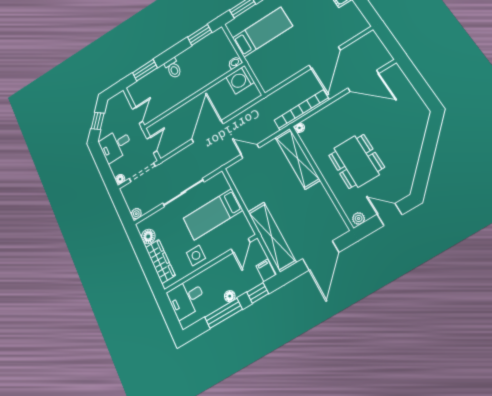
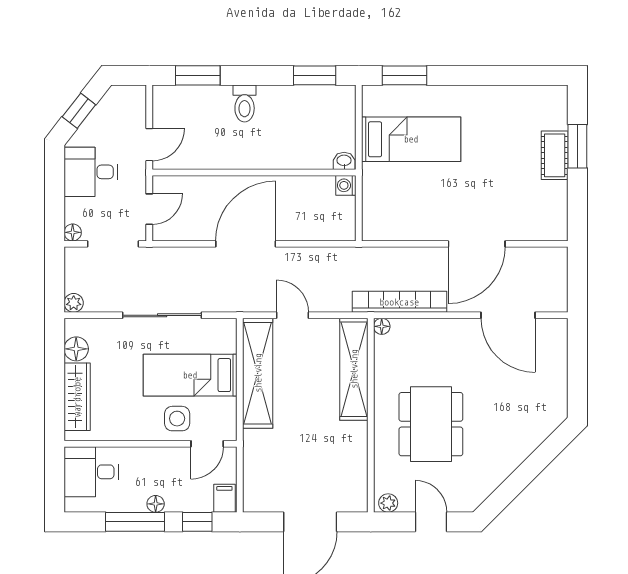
washing machine: (240, 80) -> (346, 185), width x0.53, depth x0.53
shelving: (272, 237) -> (258, 373), moved
side table: (196, 255) -> (177, 419), moved

